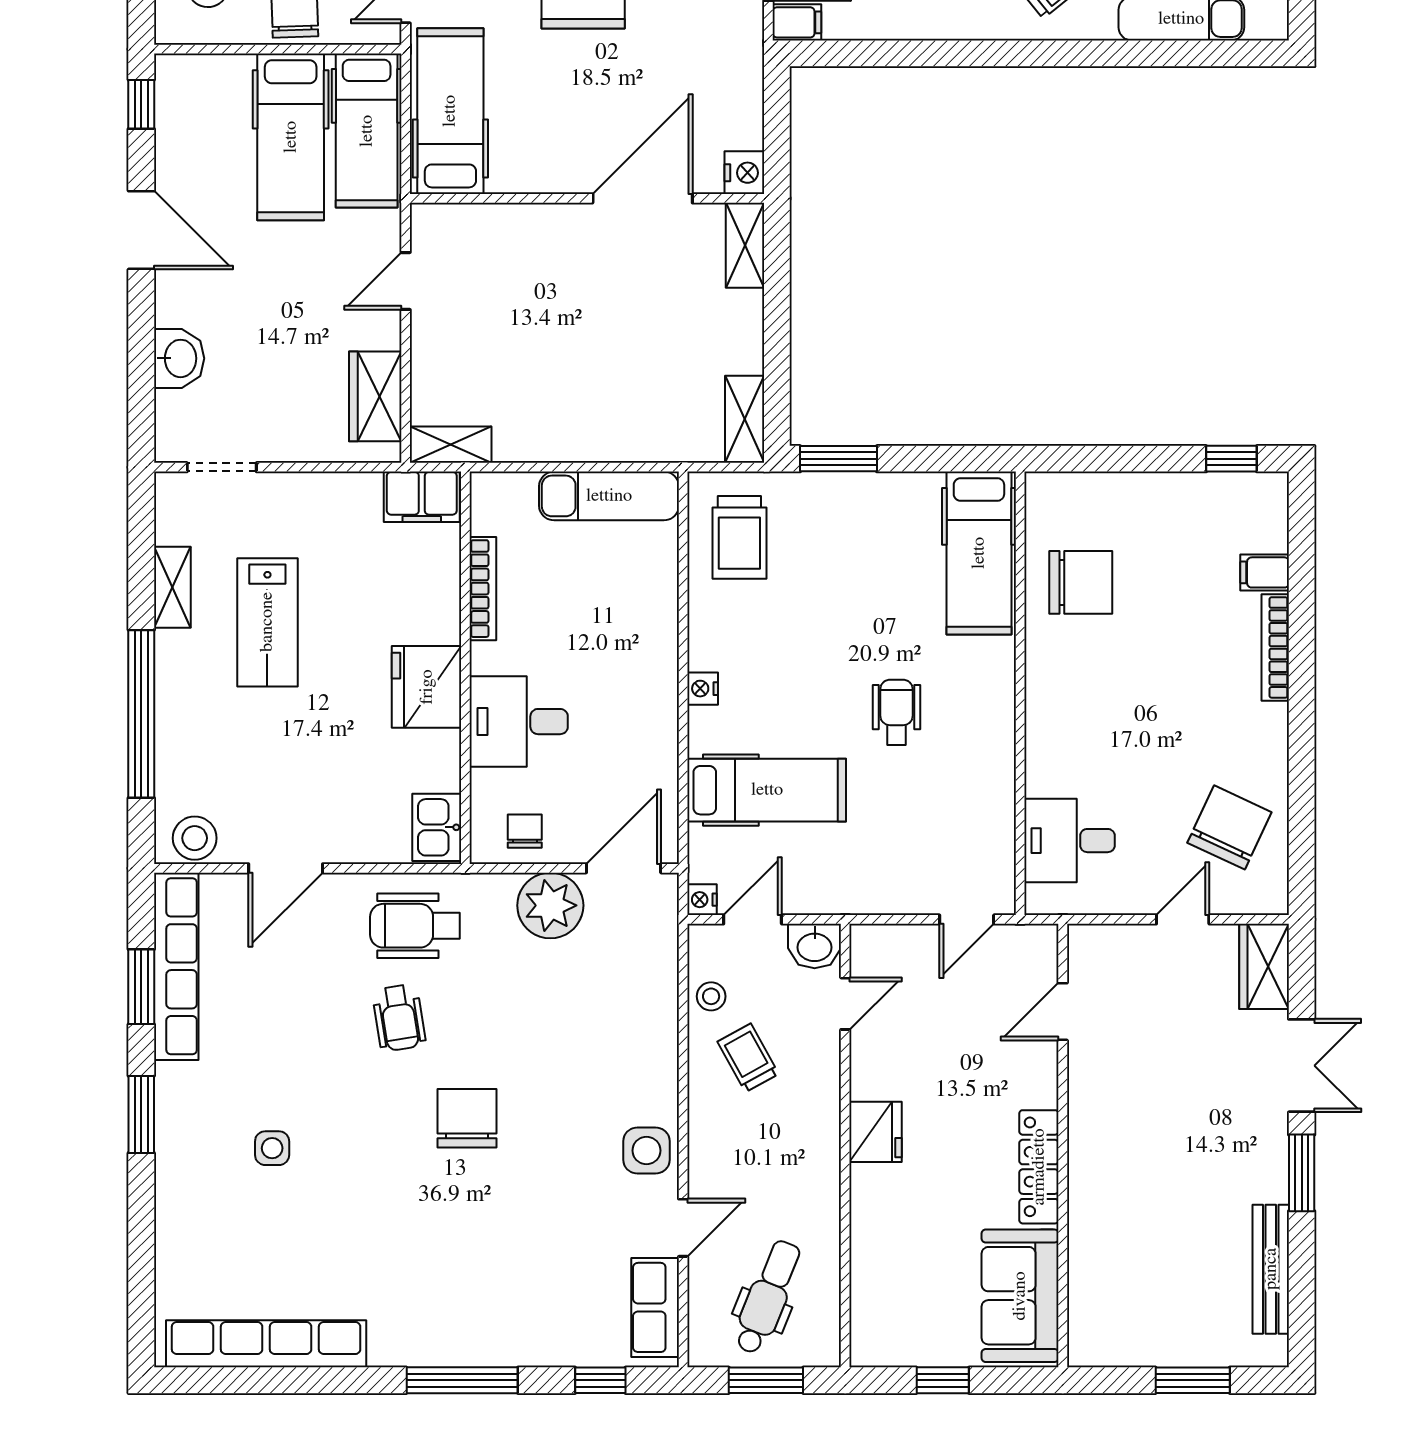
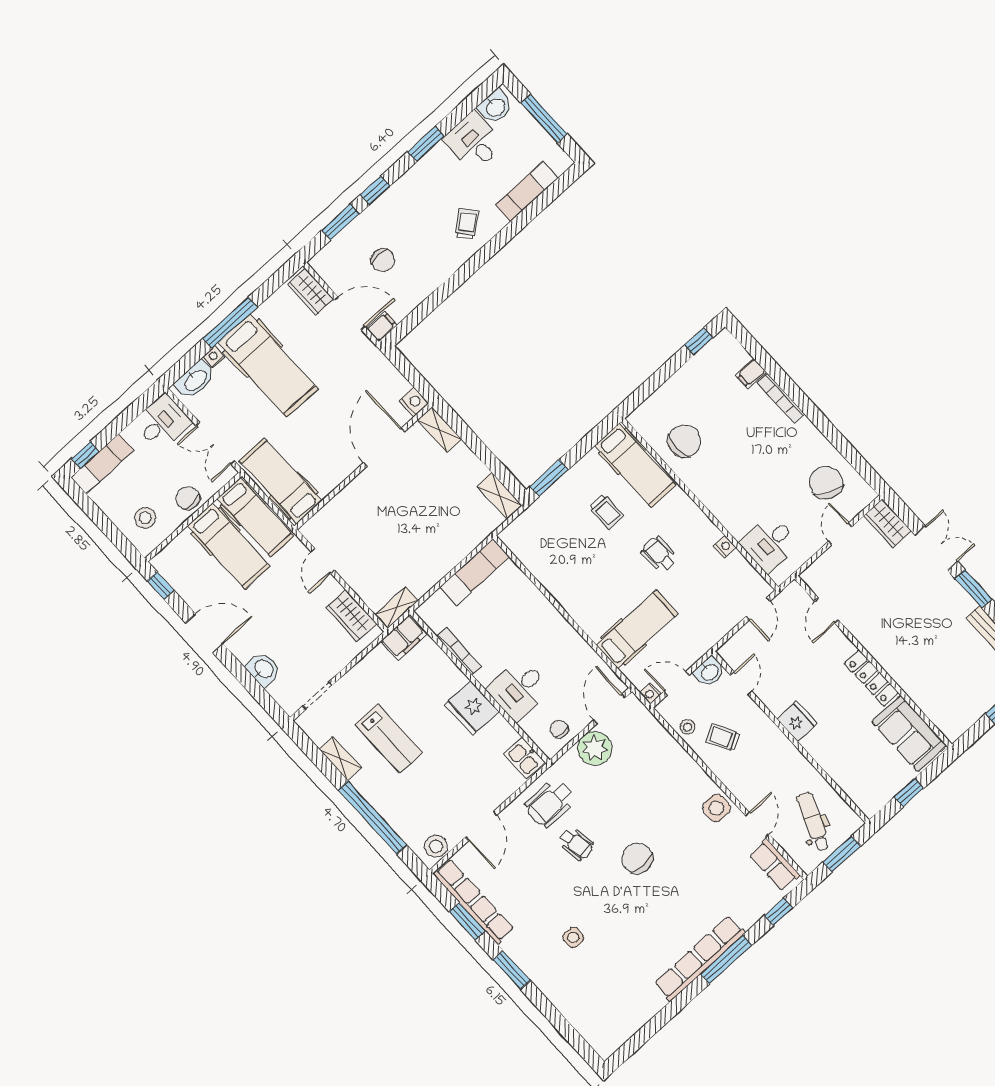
trolley: (739, 537) -> (606, 511), moved, width x0.73, depth x0.72
nightstand: (703, 689) -> (725, 547), moved, turned 180
door: (753, 919) -> (677, 683), hinge flipped
row of seats: (266, 1344) -> (700, 958), moved

